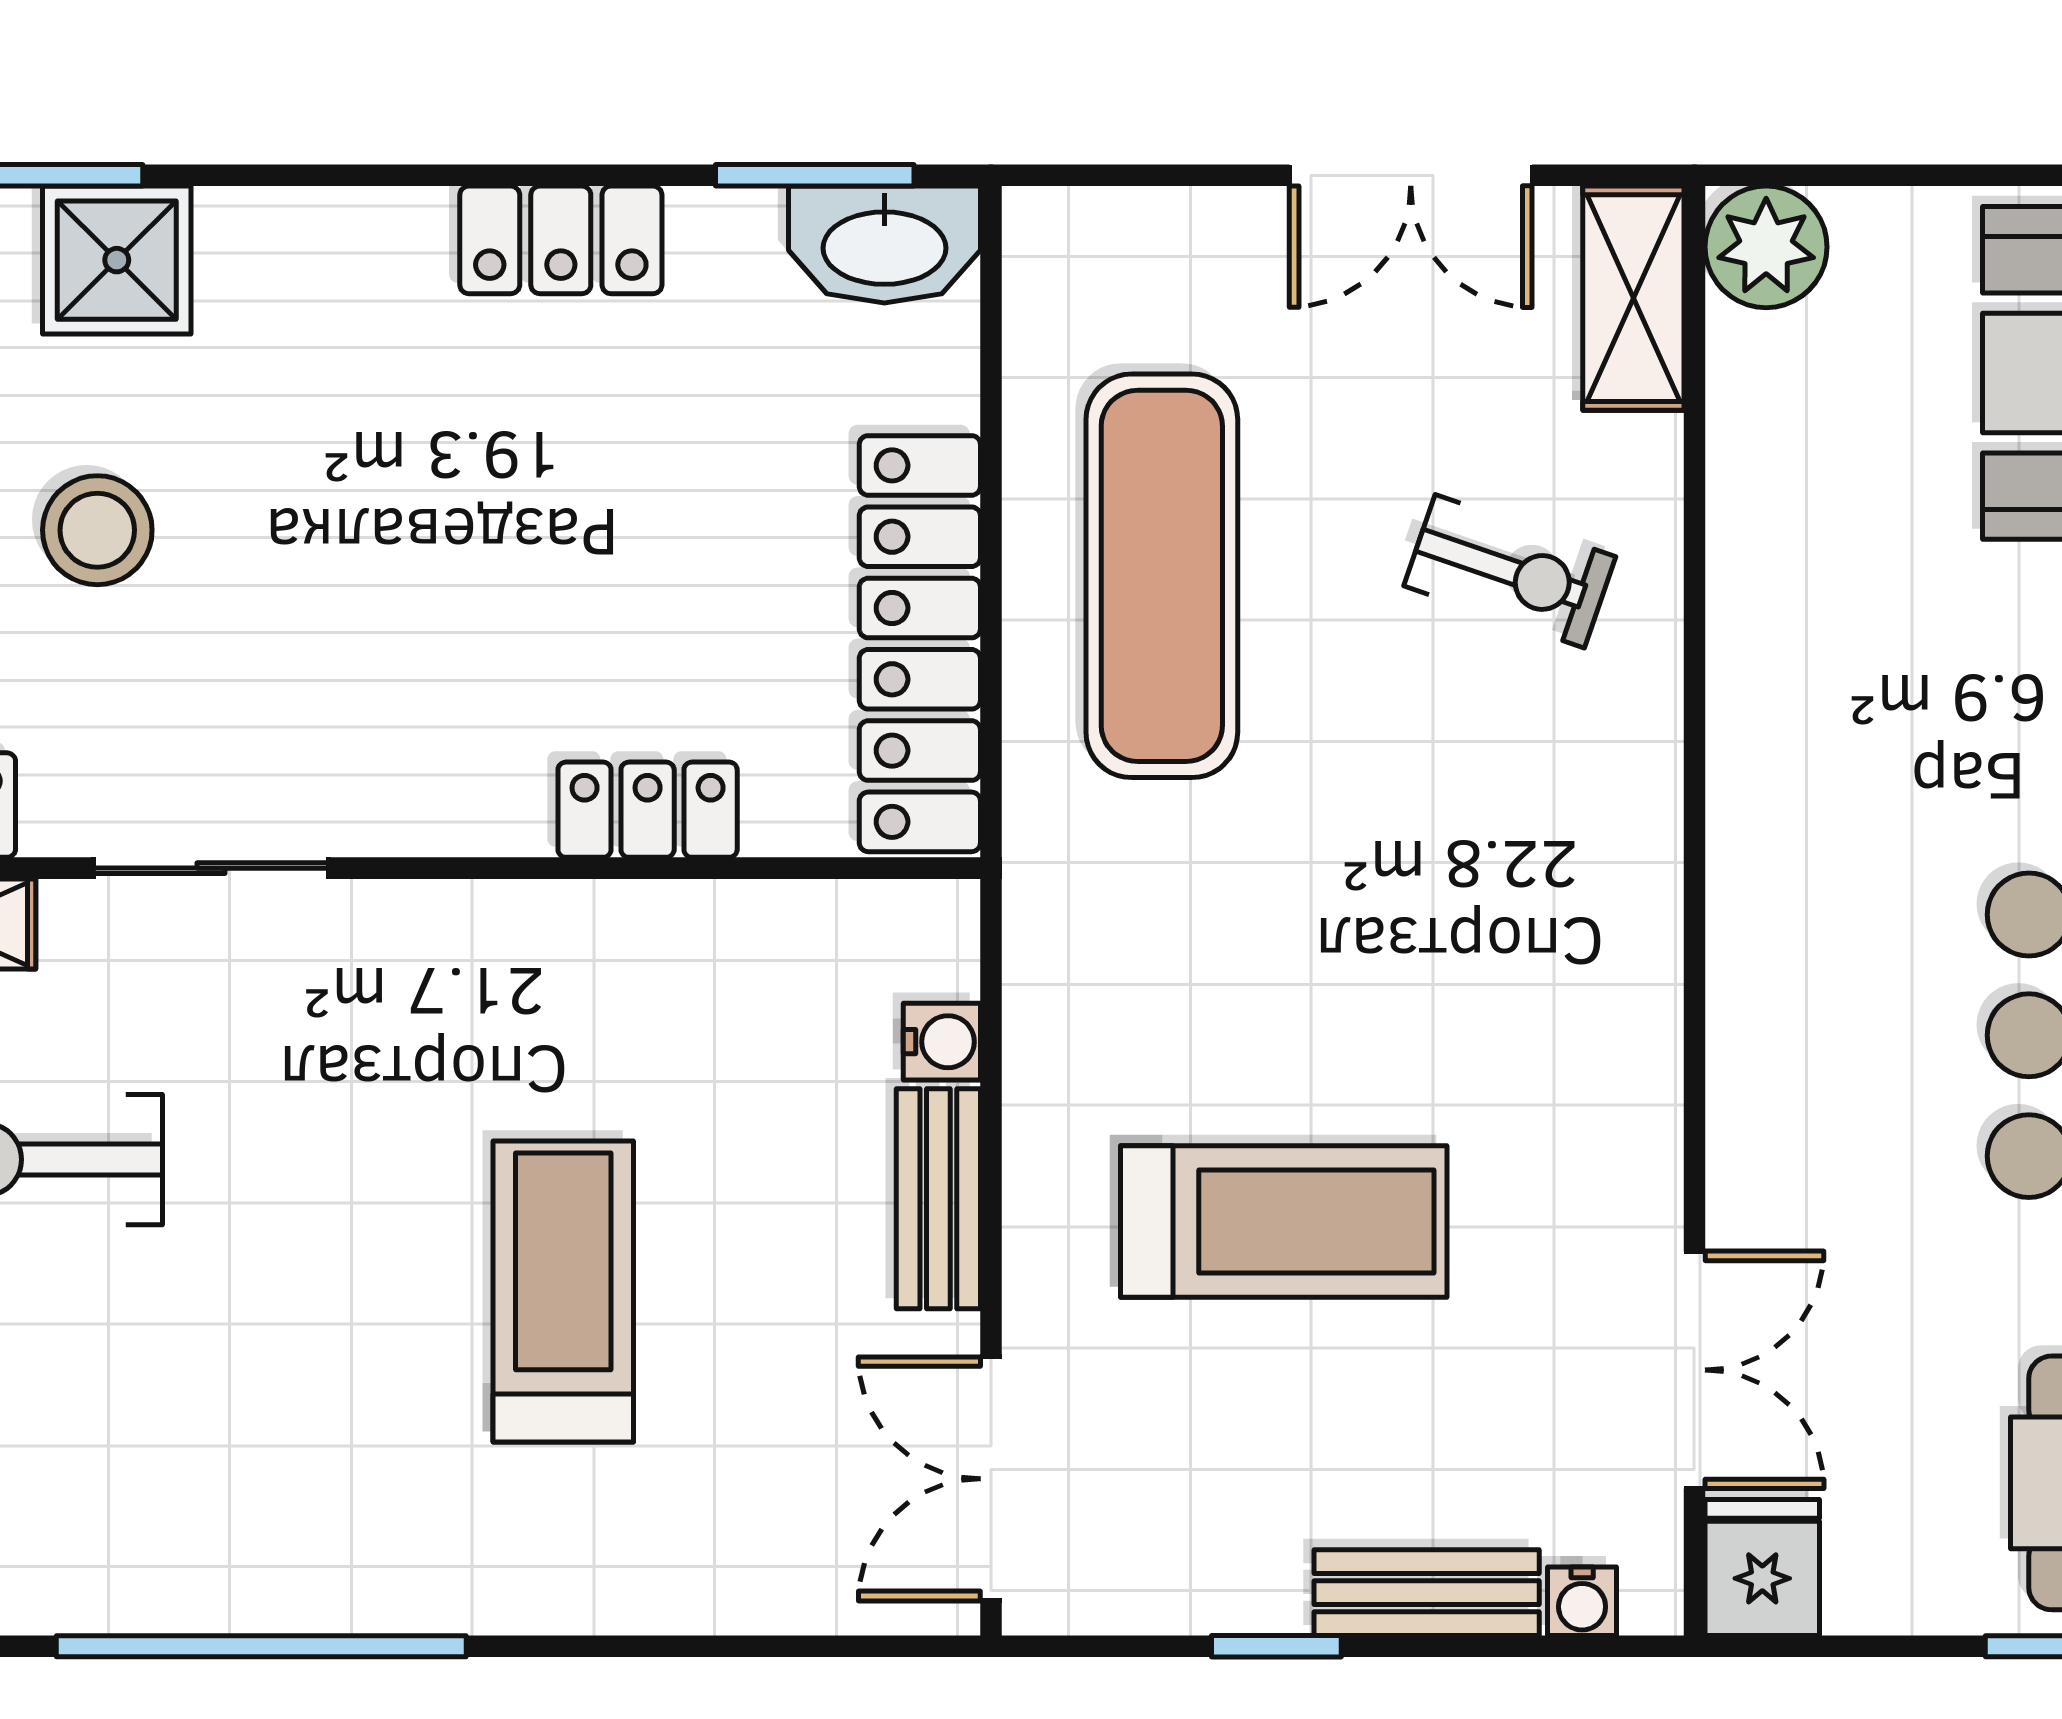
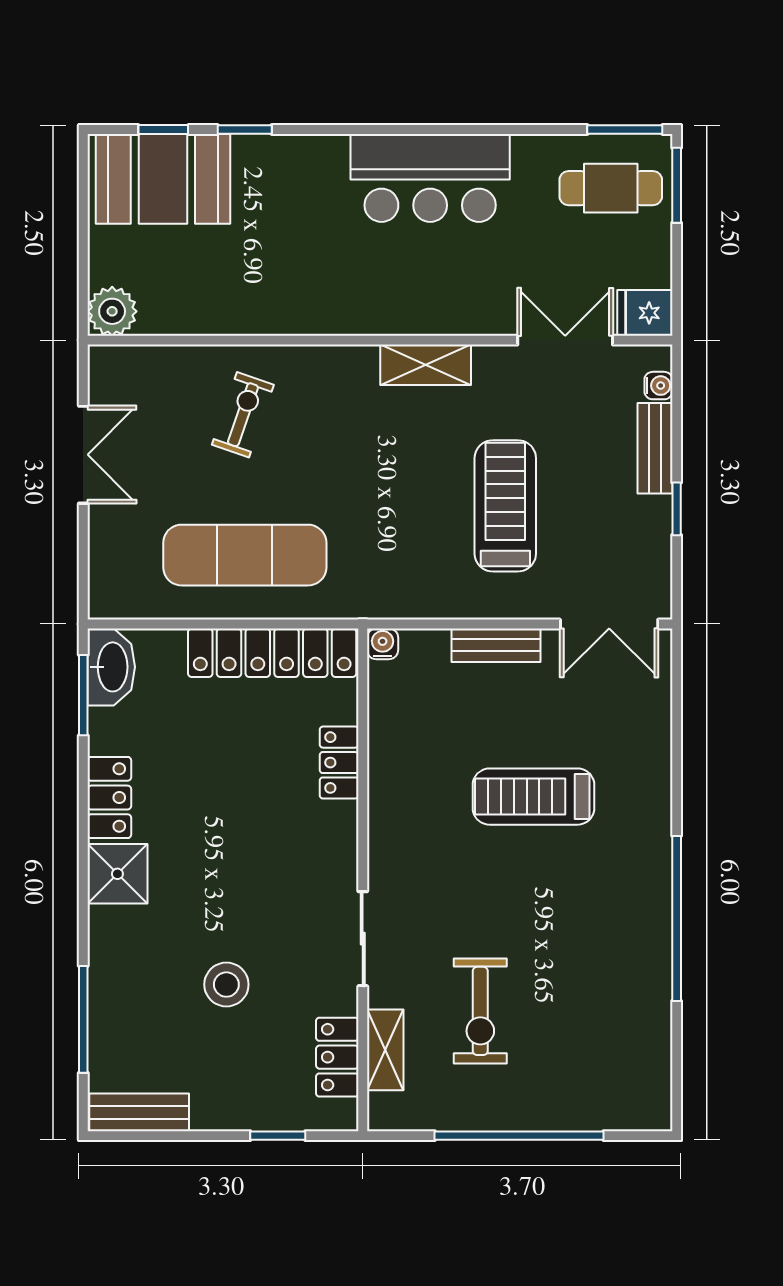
shower: (117, 260) -> (117, 874), moved
shelving: (1633, 298) -> (426, 365), moved
water cooler: (942, 1042) -> (383, 644), moved

